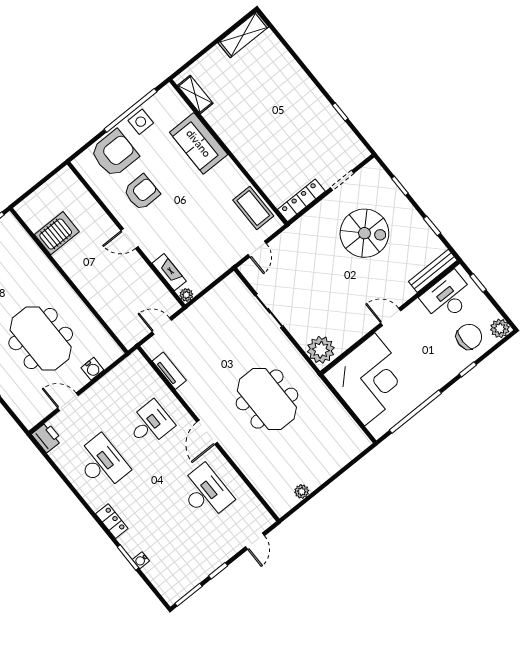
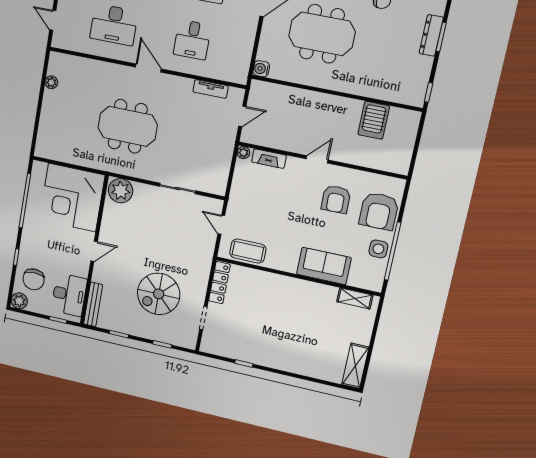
water cooler: (92, 369) -> (261, 69), moved

